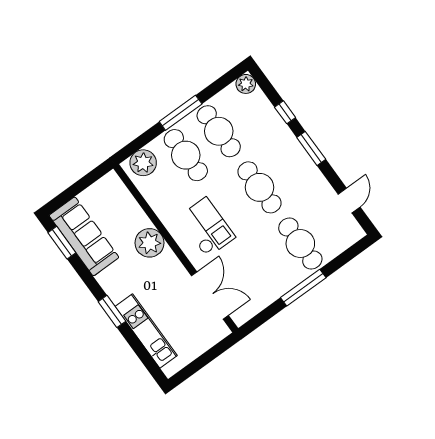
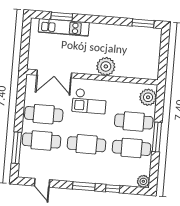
sofa: (84, 236) -> (137, 37), removed
cafe table: (267, 267) -> (44, 114), added
window: (303, 288) -> (17, 148), moved
window: (112, 311) -> (62, 17), moved

